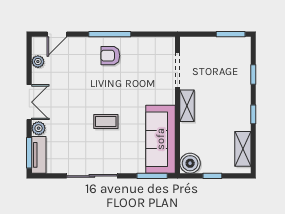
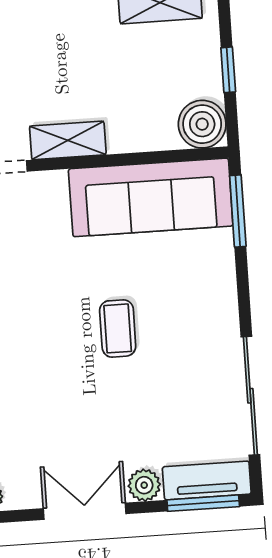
sliding door: (92, 176) -> (250, 396), moved

